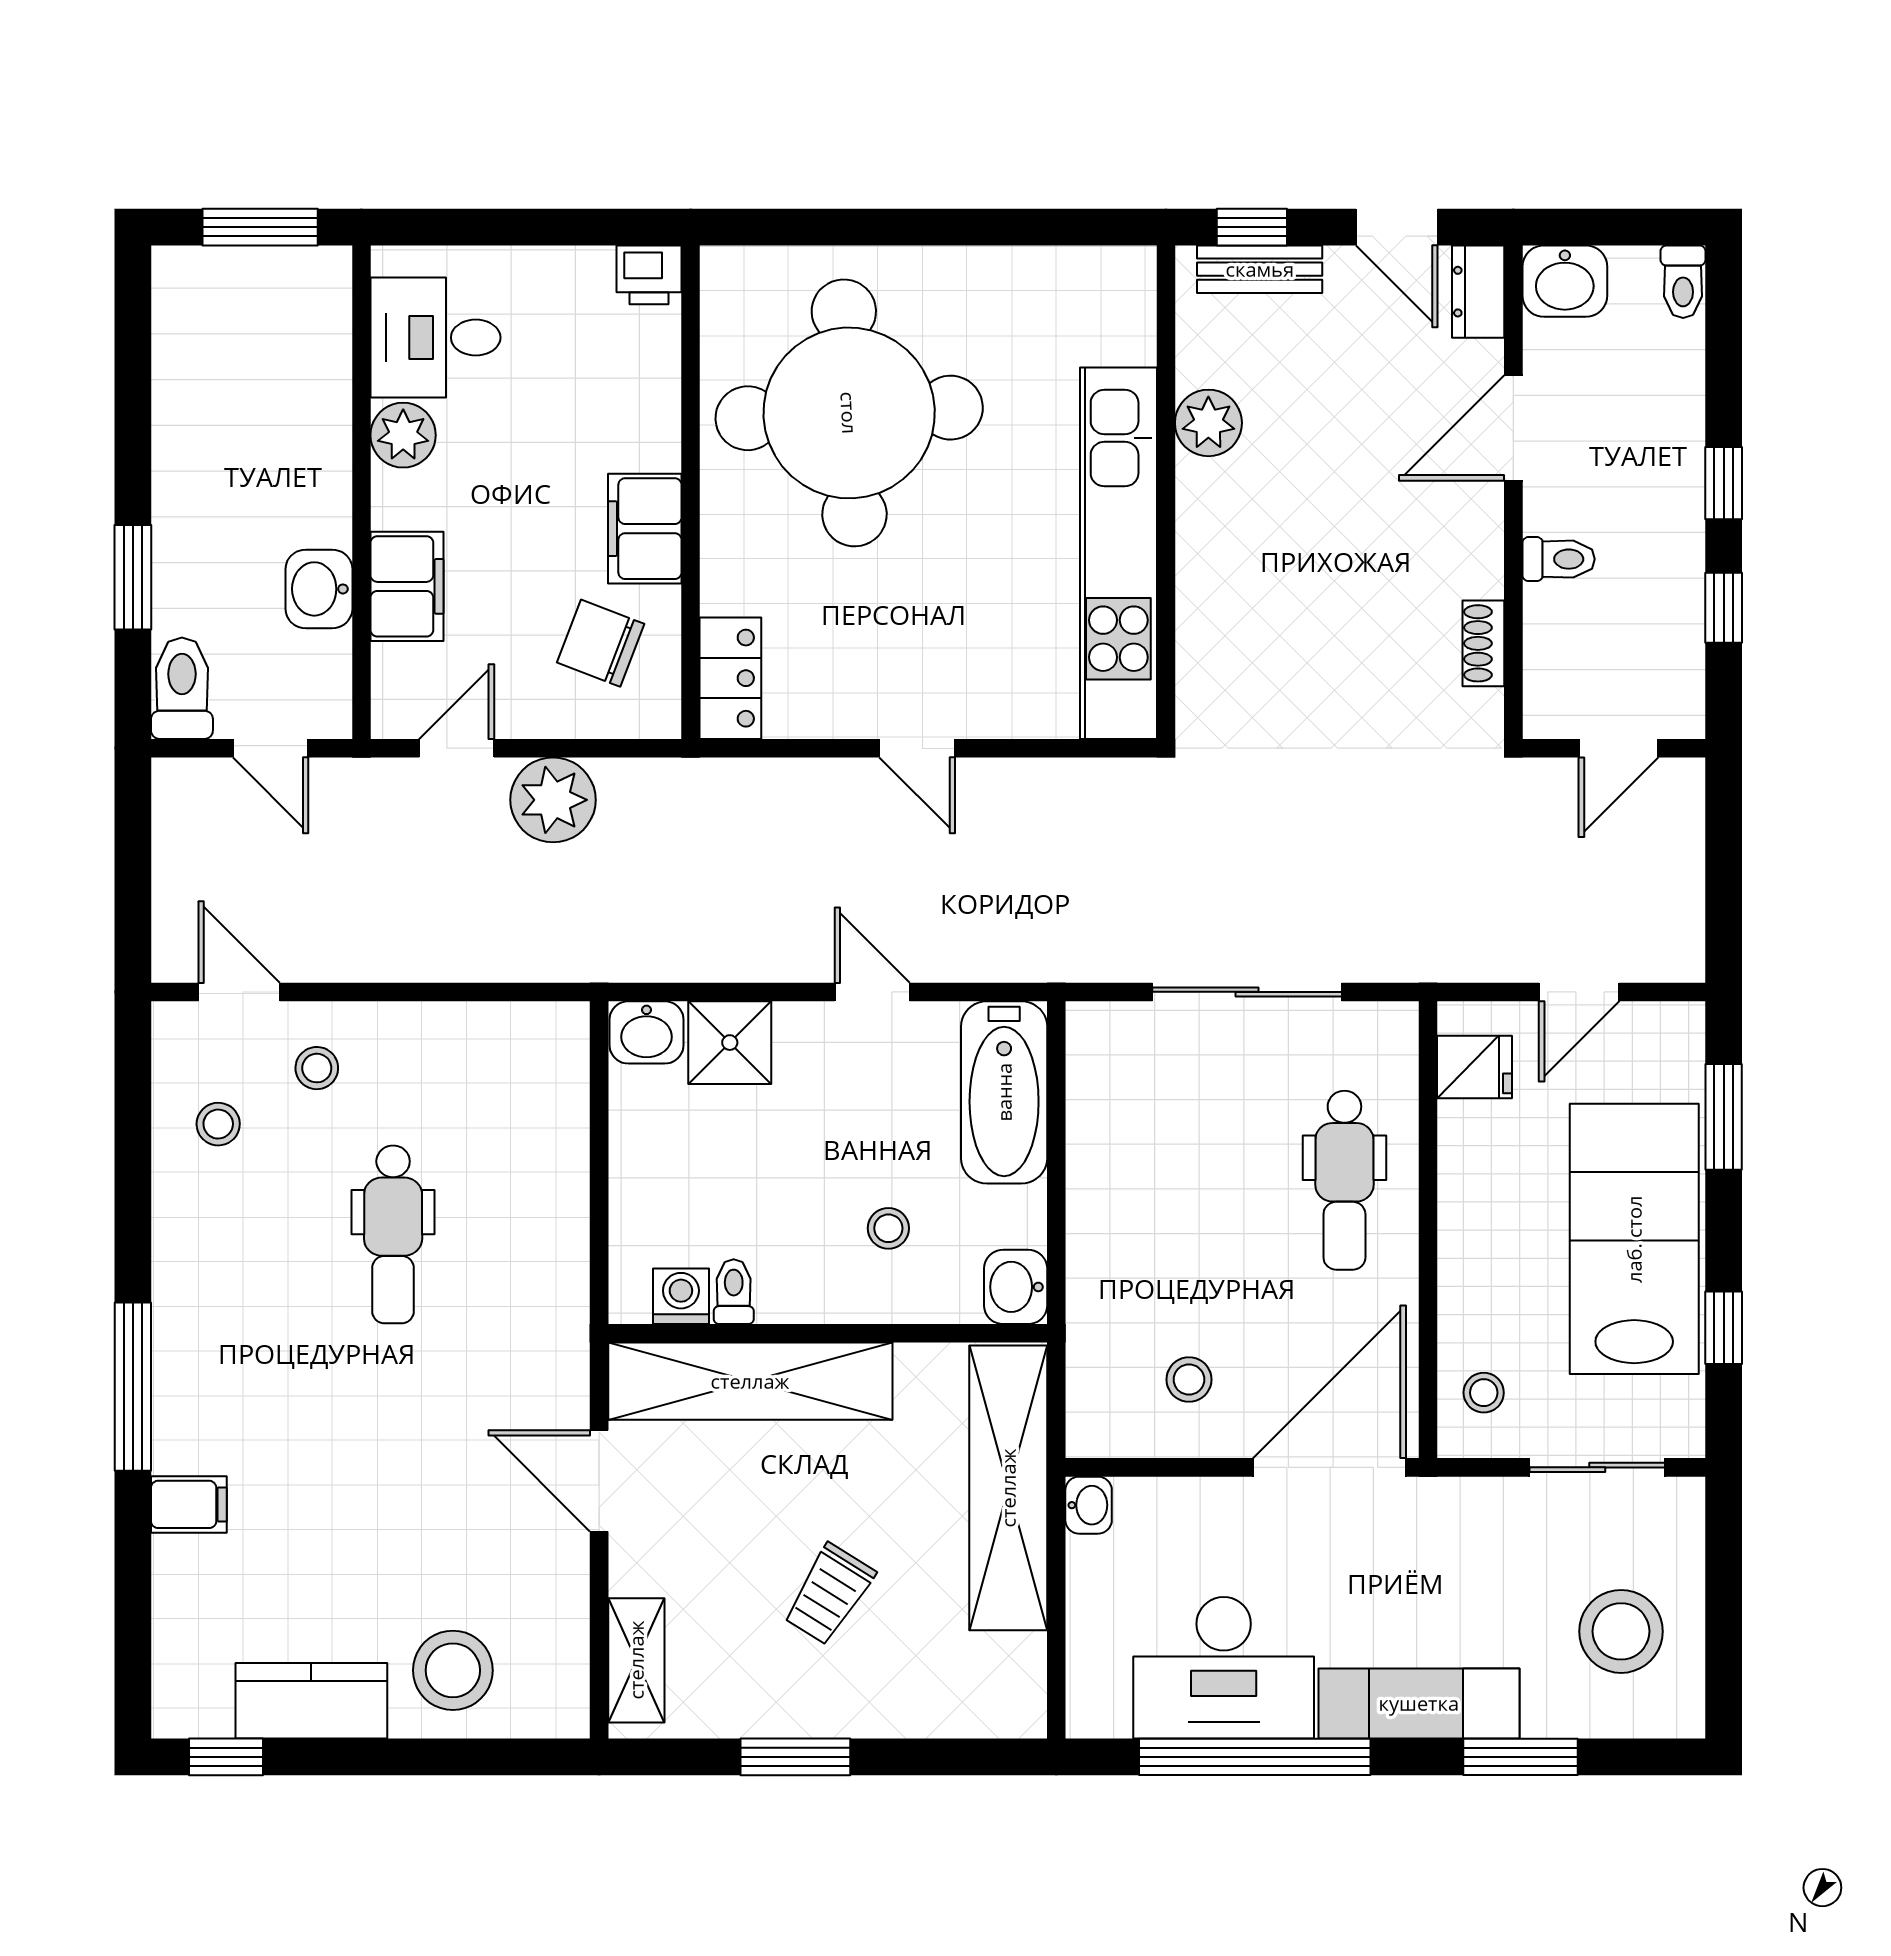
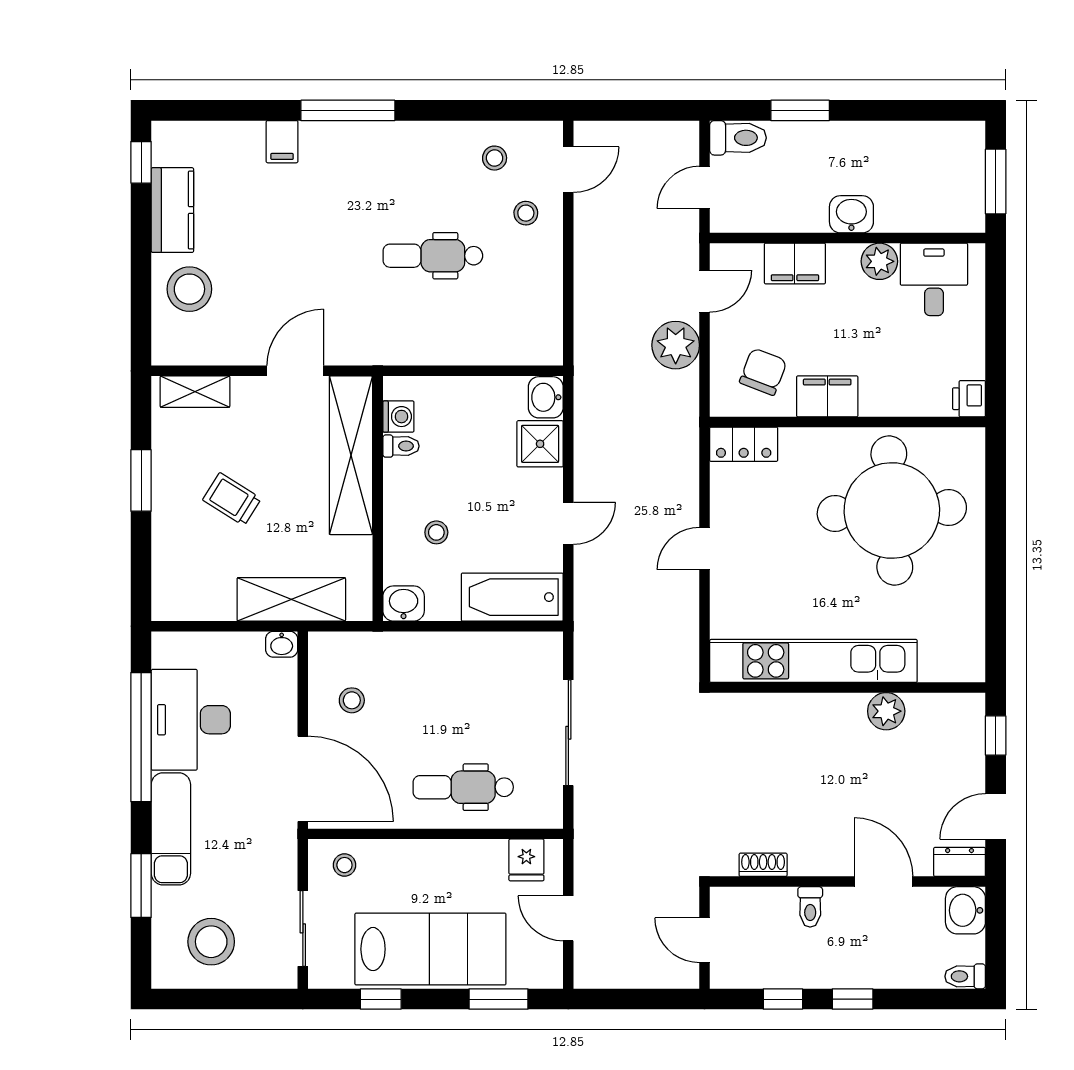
bench: (1260, 269) -> (972, 740), removed
washbasin: (319, 589) -> (851, 214), moved
door: (457, 748) -> (705, 291), hinge flipped
shelving: (1008, 1488) -> (291, 599), width x0.68

